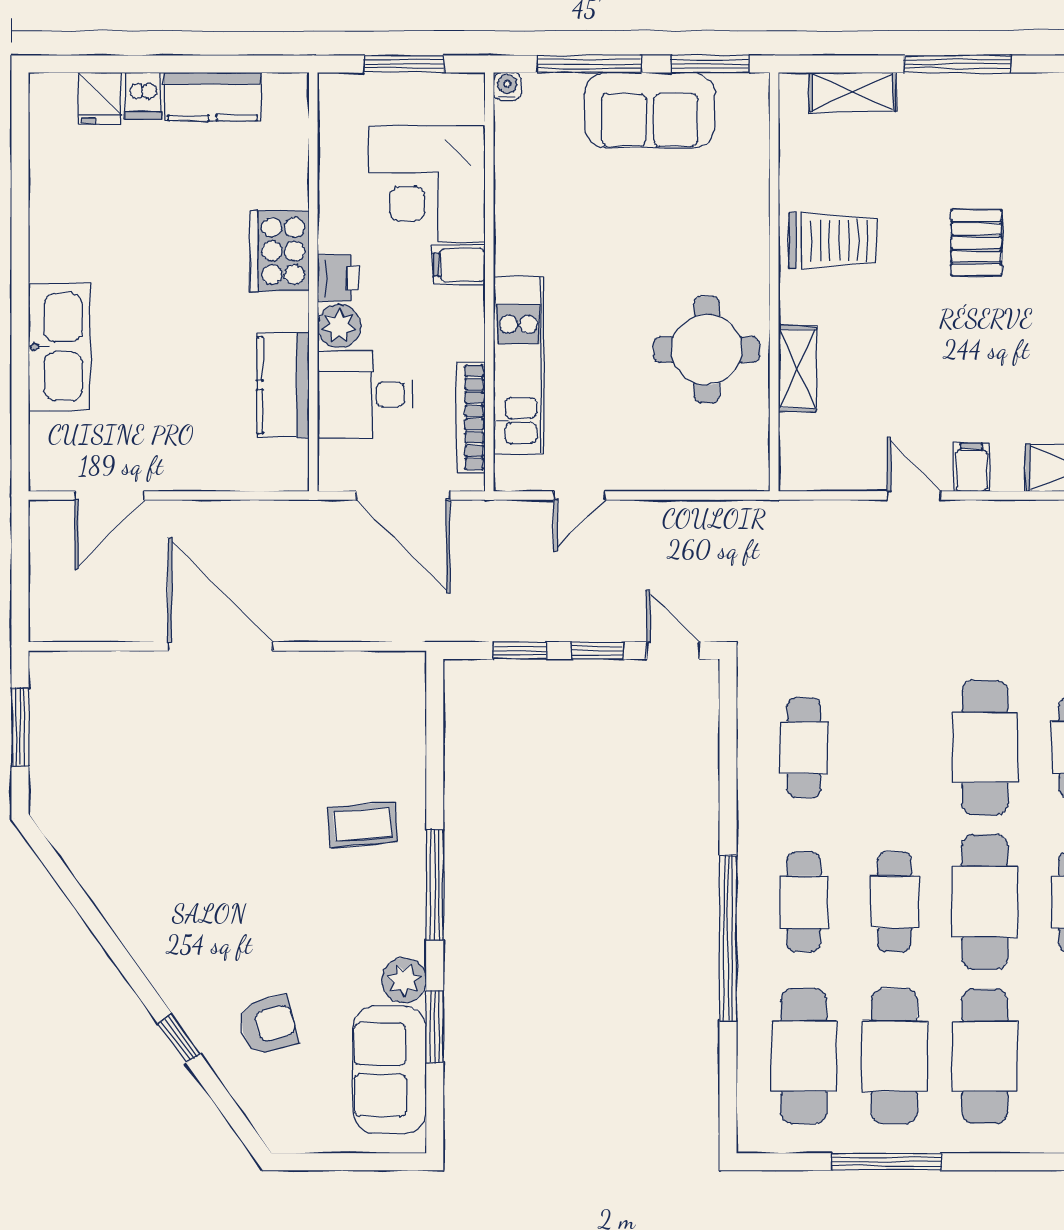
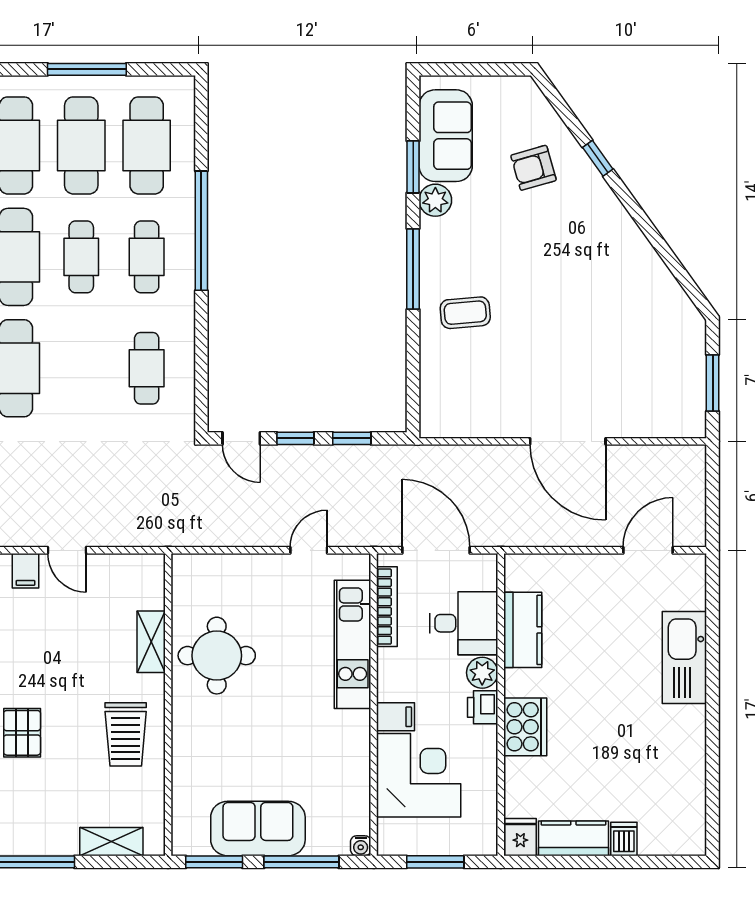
fridge: (100, 98) -> (520, 837), moved
trolley: (833, 241) -> (126, 734), turned -90

